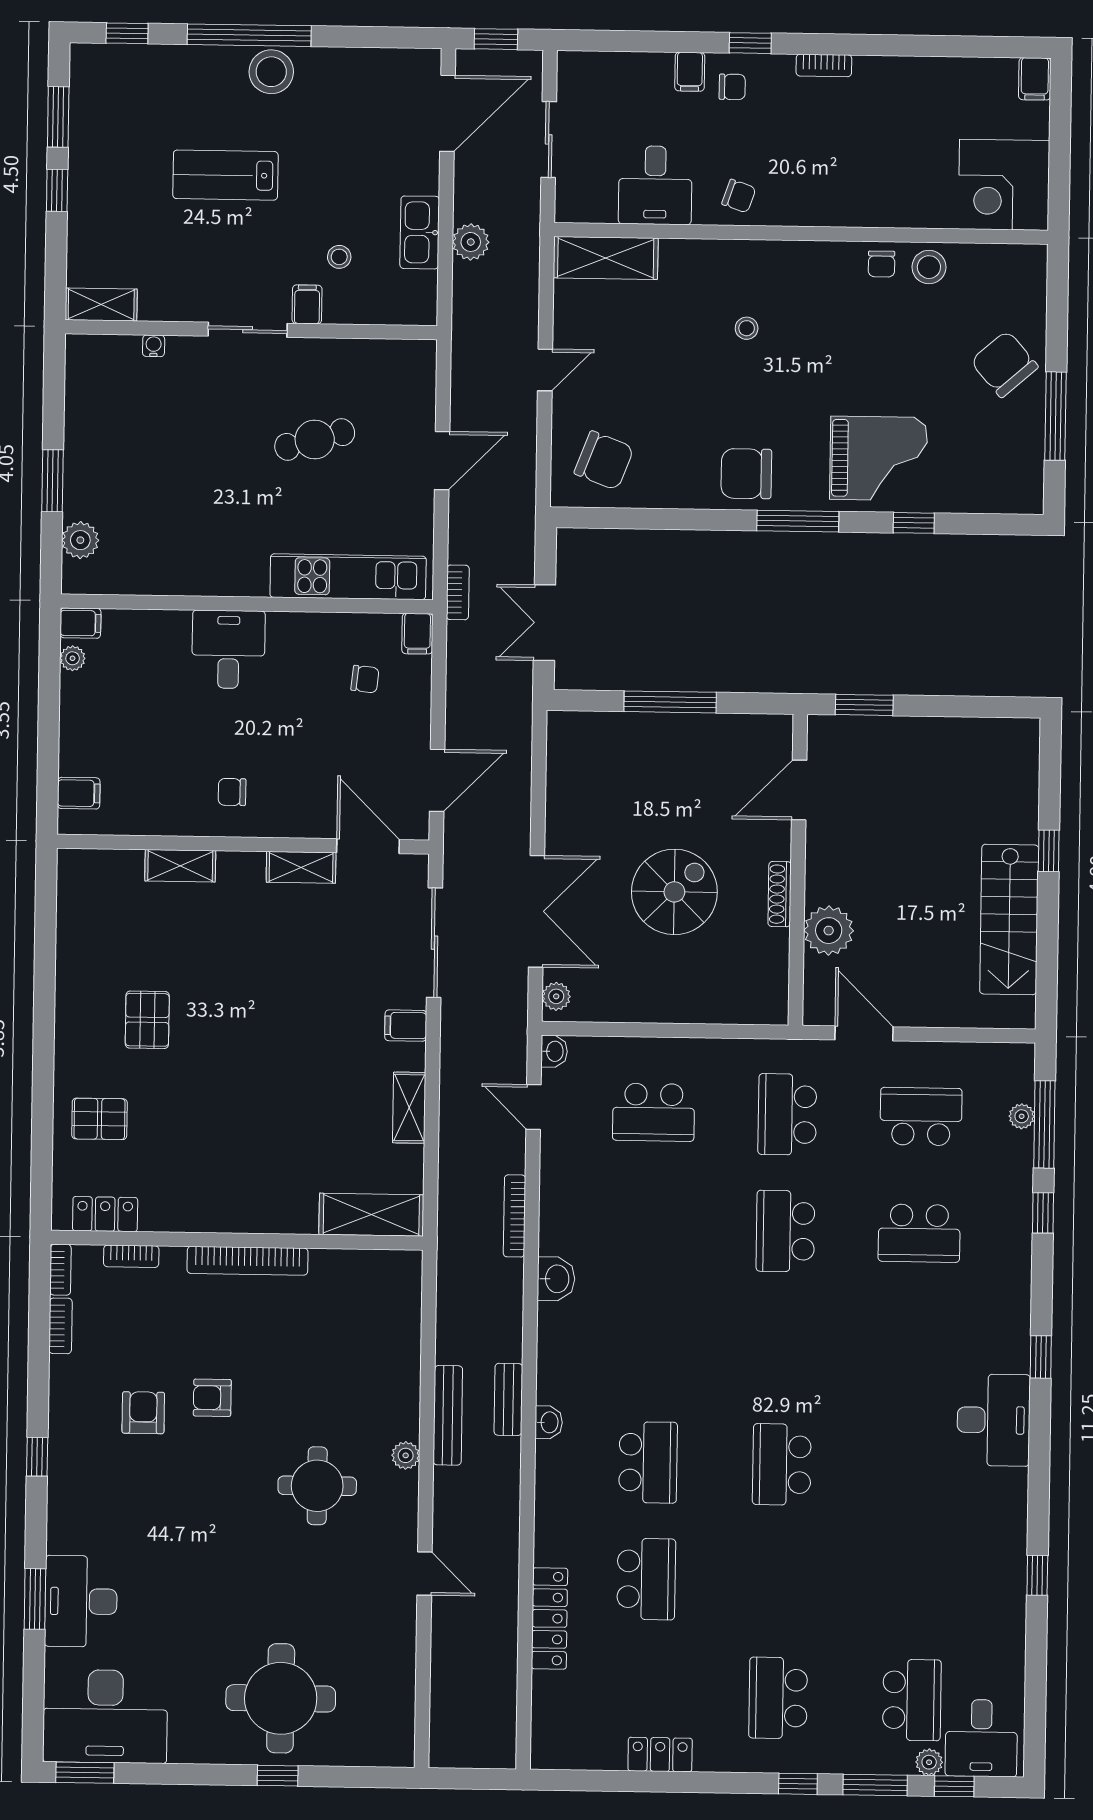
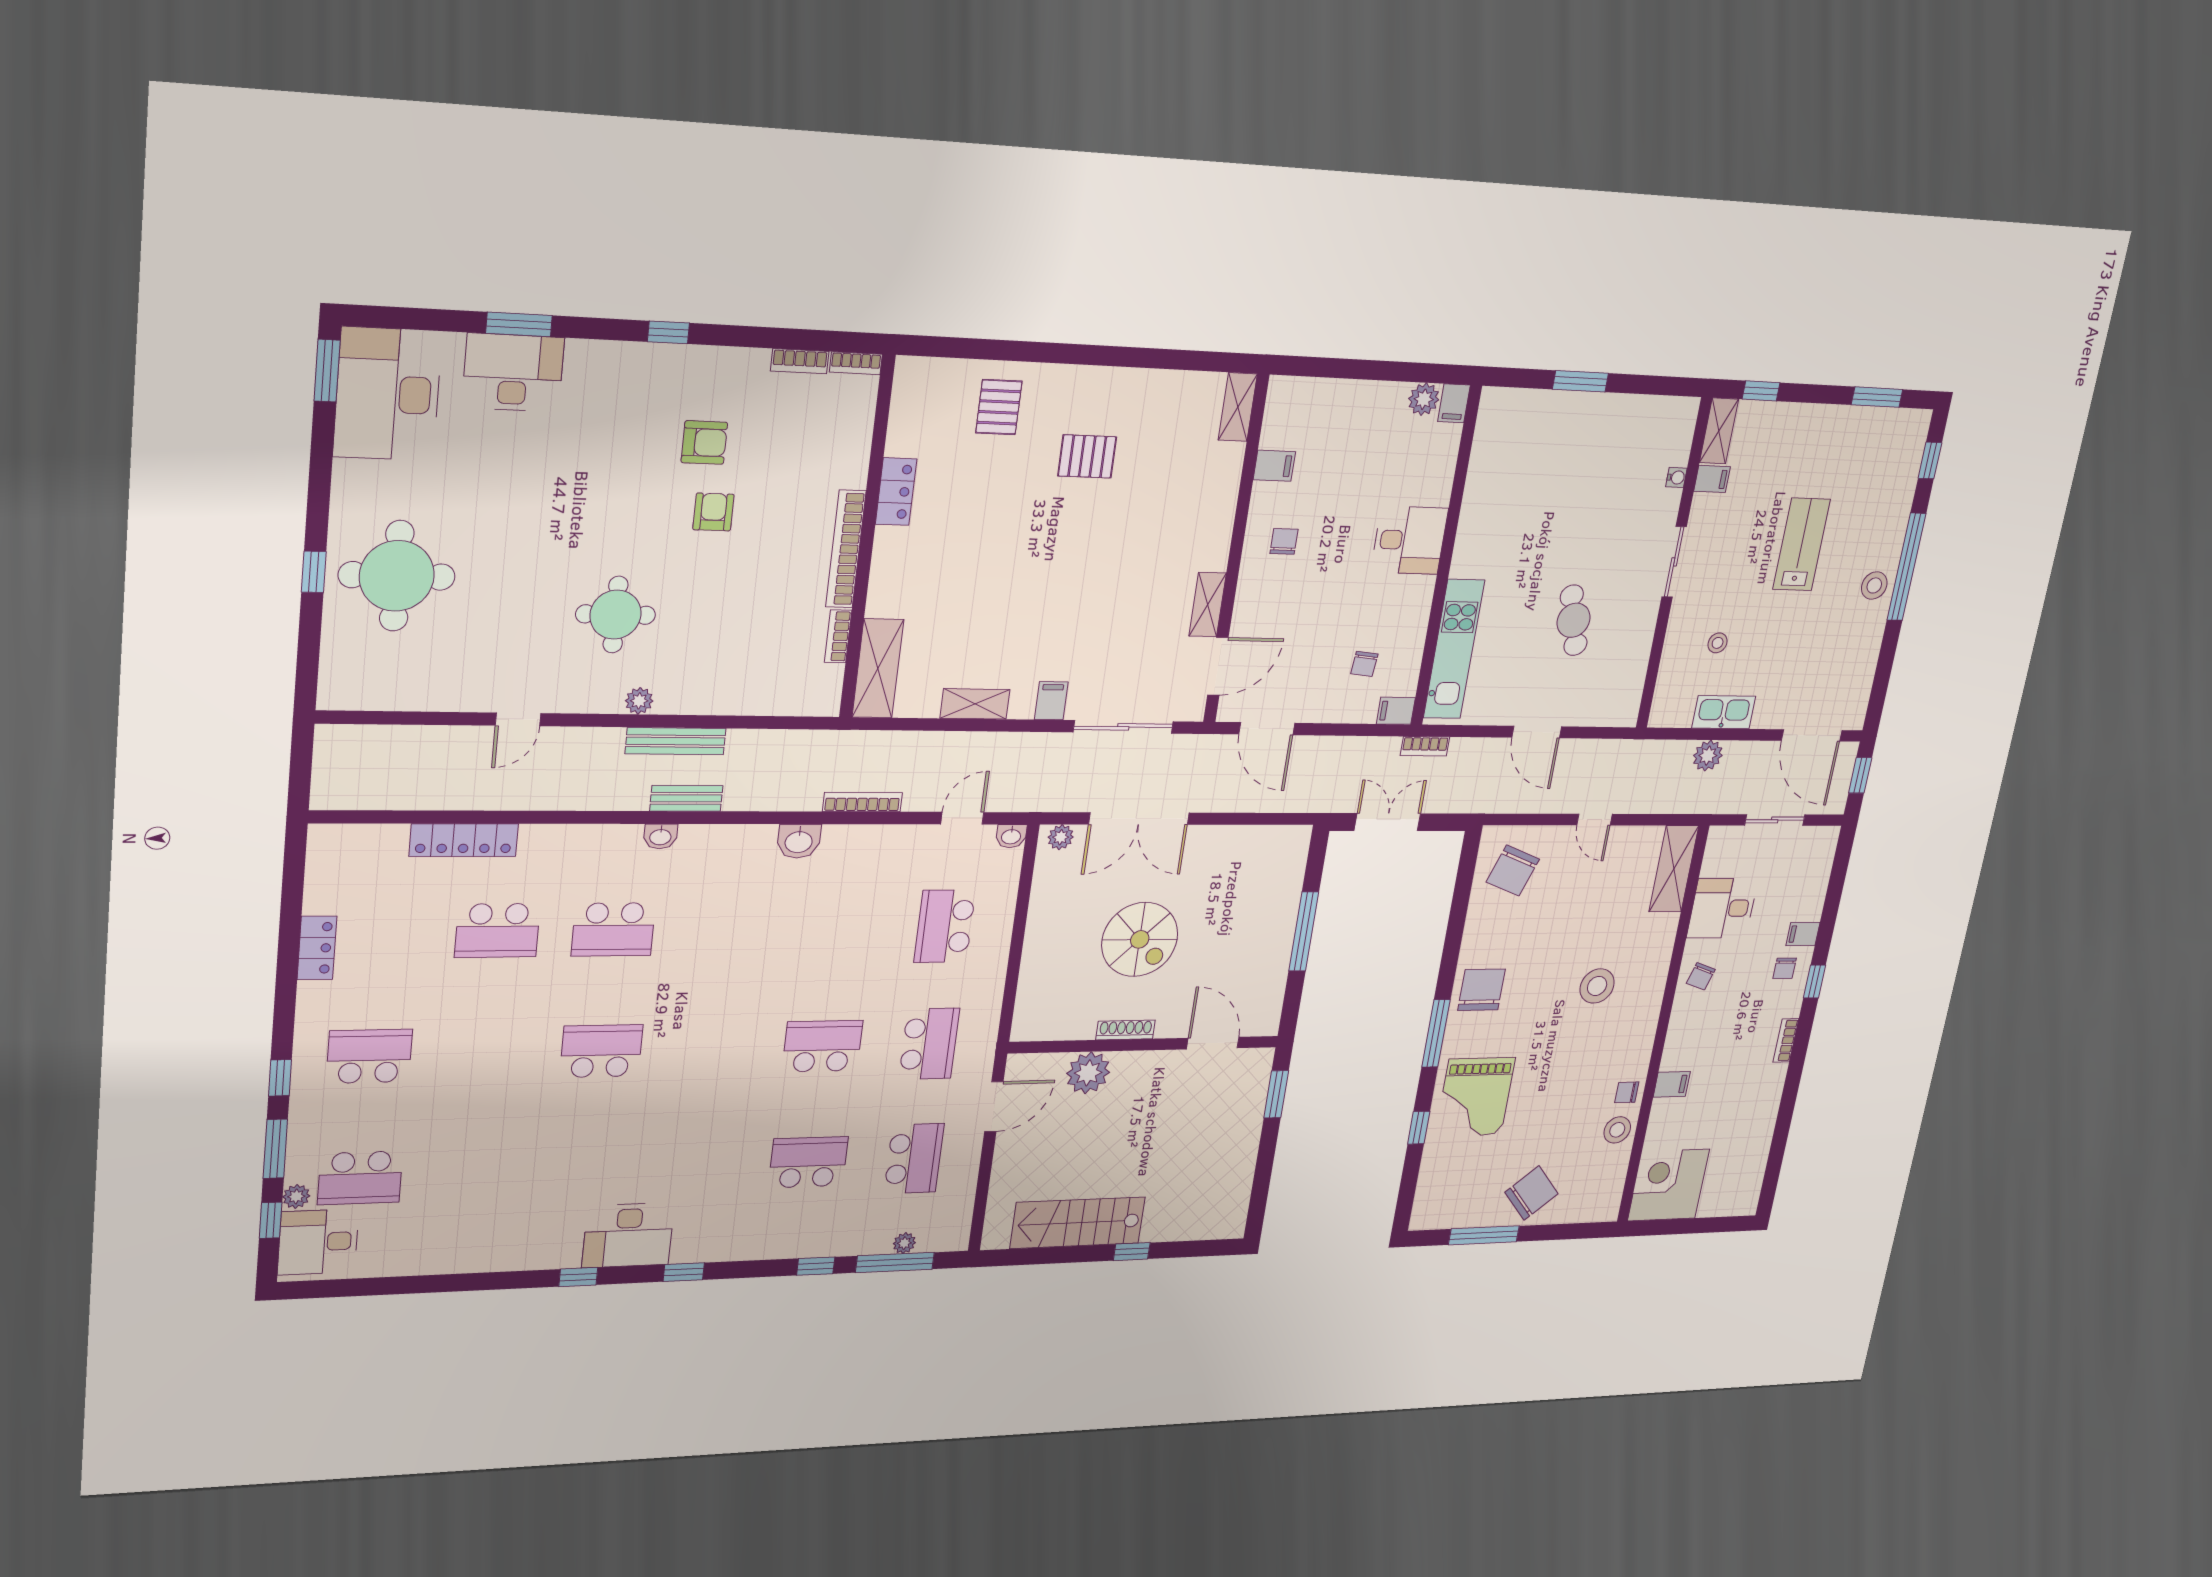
stool: (271, 72) -> (1874, 585), width x0.73, depth x0.73
filing cabinet: (1035, 79) -> (1672, 1084), moved, turned 180
window: (57, 190) -> (1761, 391), moved
filing cabinet: (307, 304) -> (1712, 479), moved
stool: (747, 328) -> (1597, 986), width x1.89, depth x1.89
plant: (80, 540) -> (1526, 405), removed
plant: (73, 658) -> (1424, 399), width x1.38, depth x1.38
filing cabinet: (79, 793) -> (1274, 466), moved, turned -90
shelving: (180, 866) -> (1238, 407), moved
school desk: (787, 1114) -> (929, 1044), turned 90
locker: (105, 1214) -> (896, 492), moved
school desk: (919, 1233) -> (808, 1162), turned 90
bookcase: (131, 1256) -> (838, 636), moved
window: (1037, 1575) -> (578, 1277), moved

